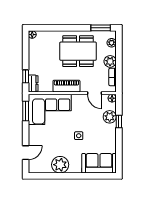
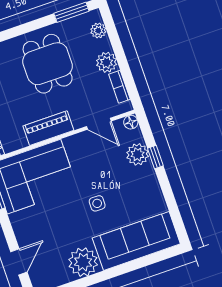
dining table: (78, 51) -> (48, 64), width x0.73
sofa: (99, 163) -> (136, 241), width x1.36

